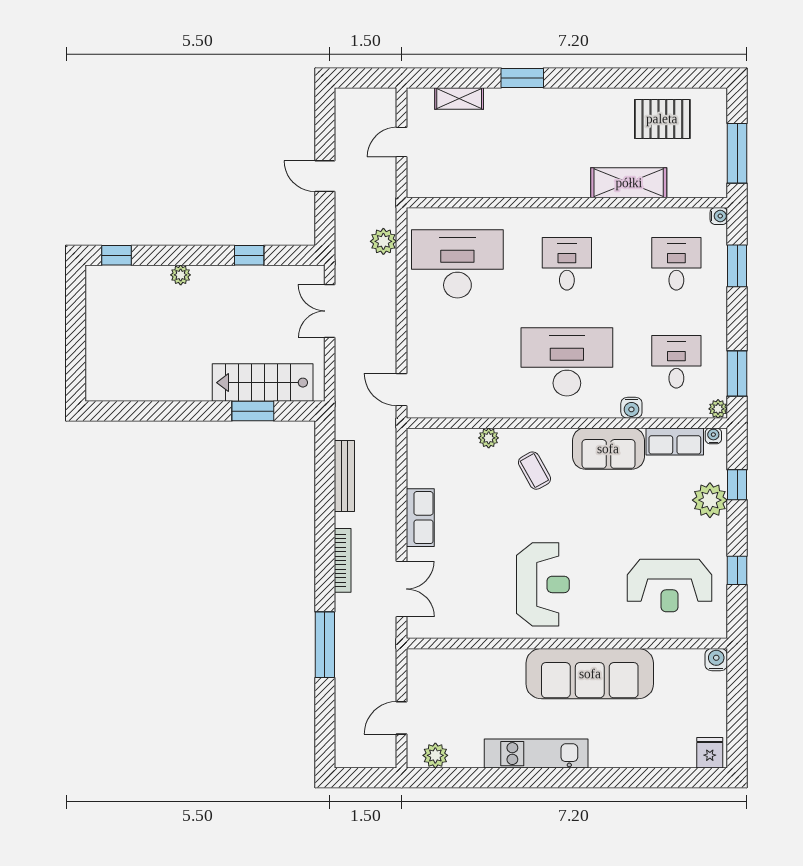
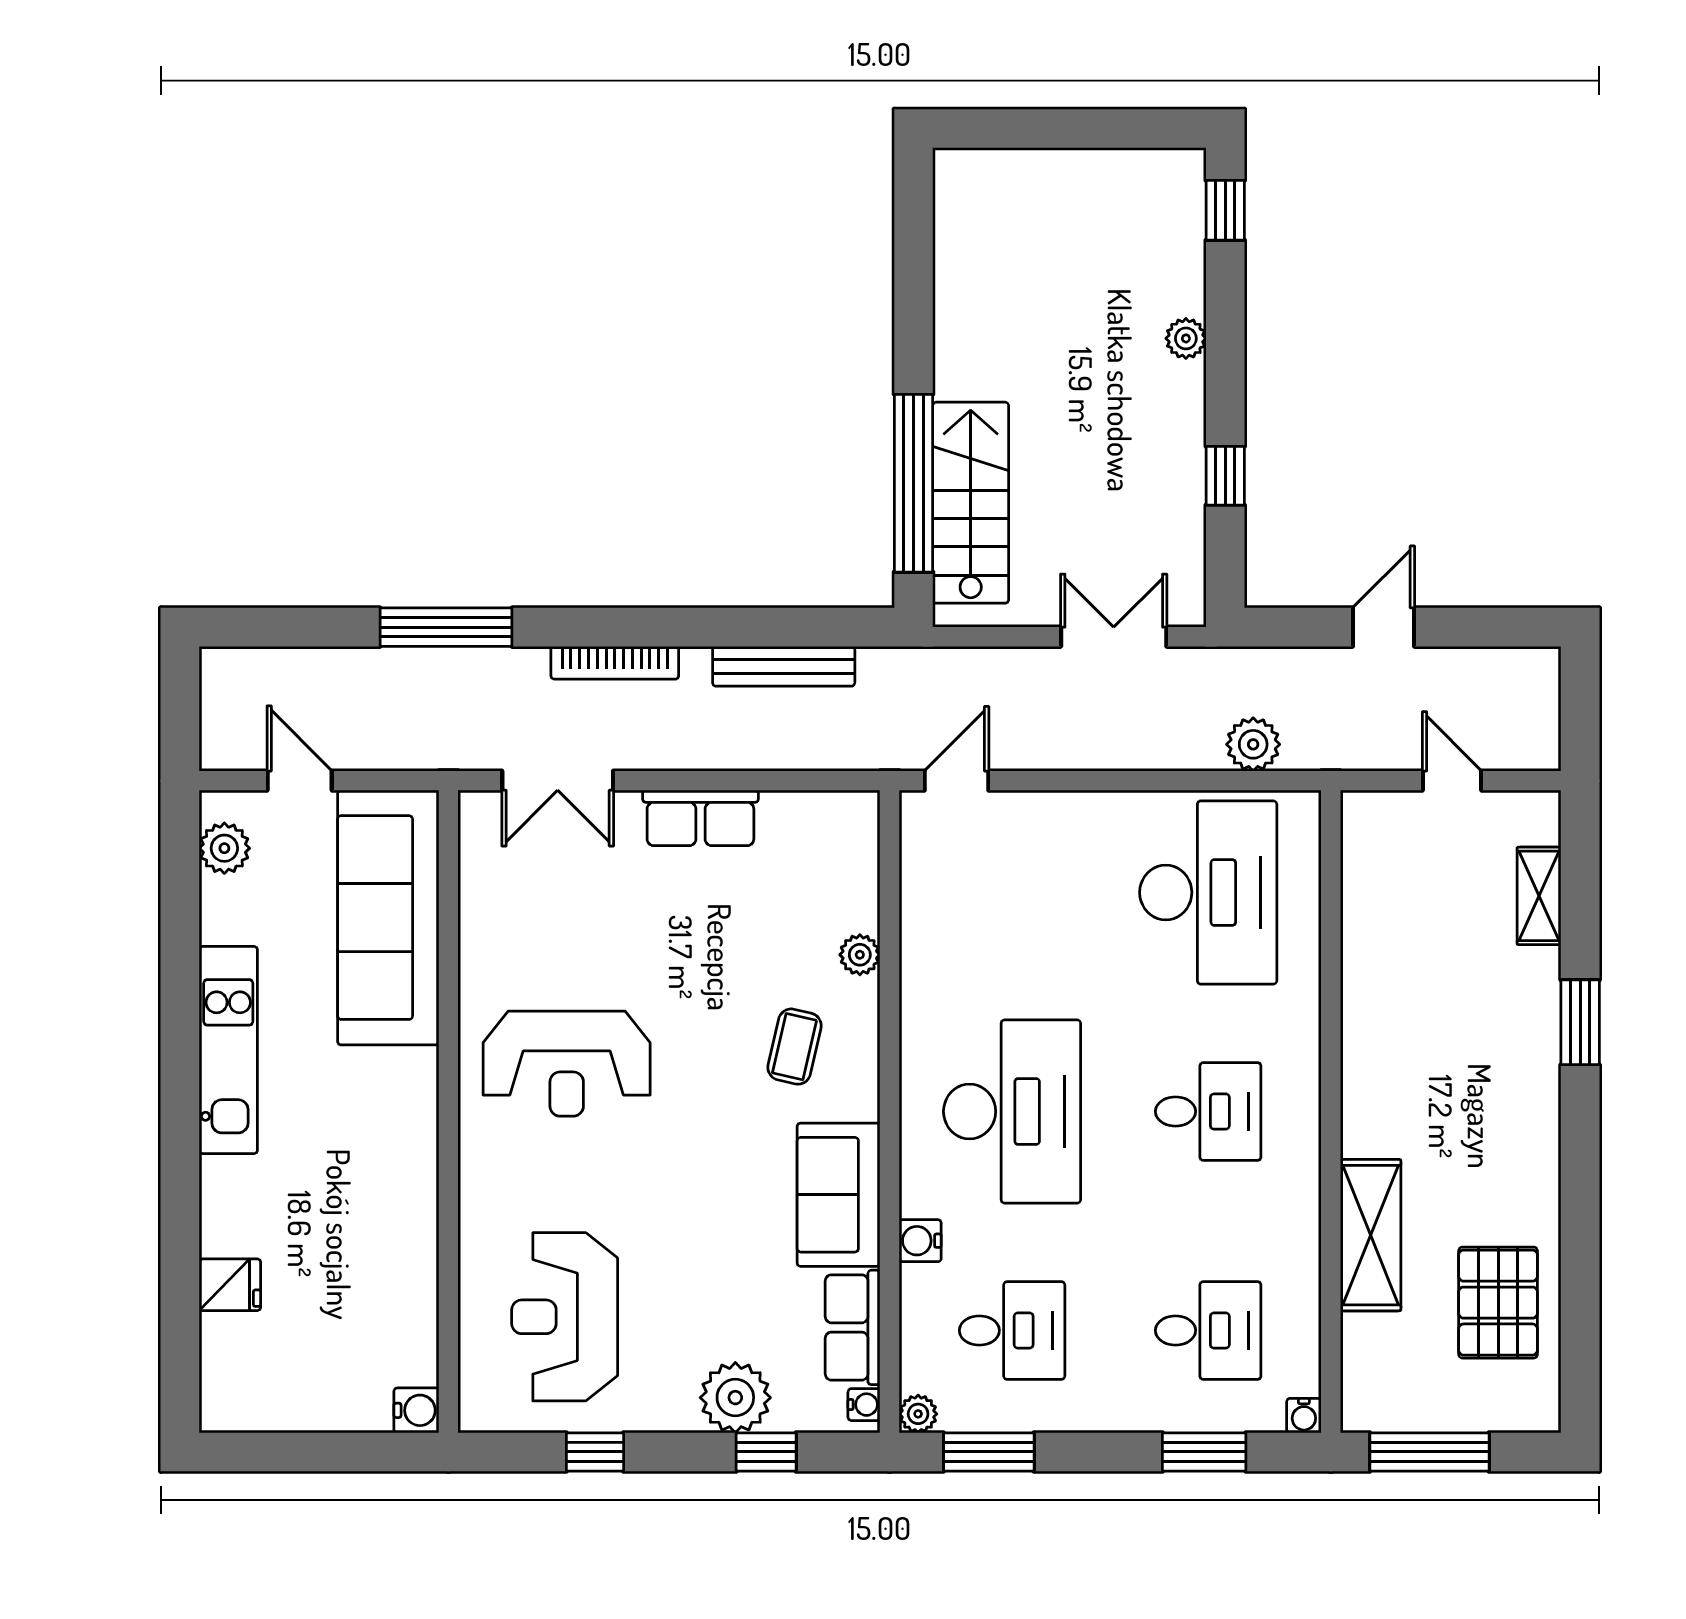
window: (253, 411) -> (914, 483), width x2.11
coffee table: (534, 471) -> (795, 1047), turned -48
sofa: (590, 674) -> (388, 918), moved
fridge: (710, 753) -> (230, 1285), moved

